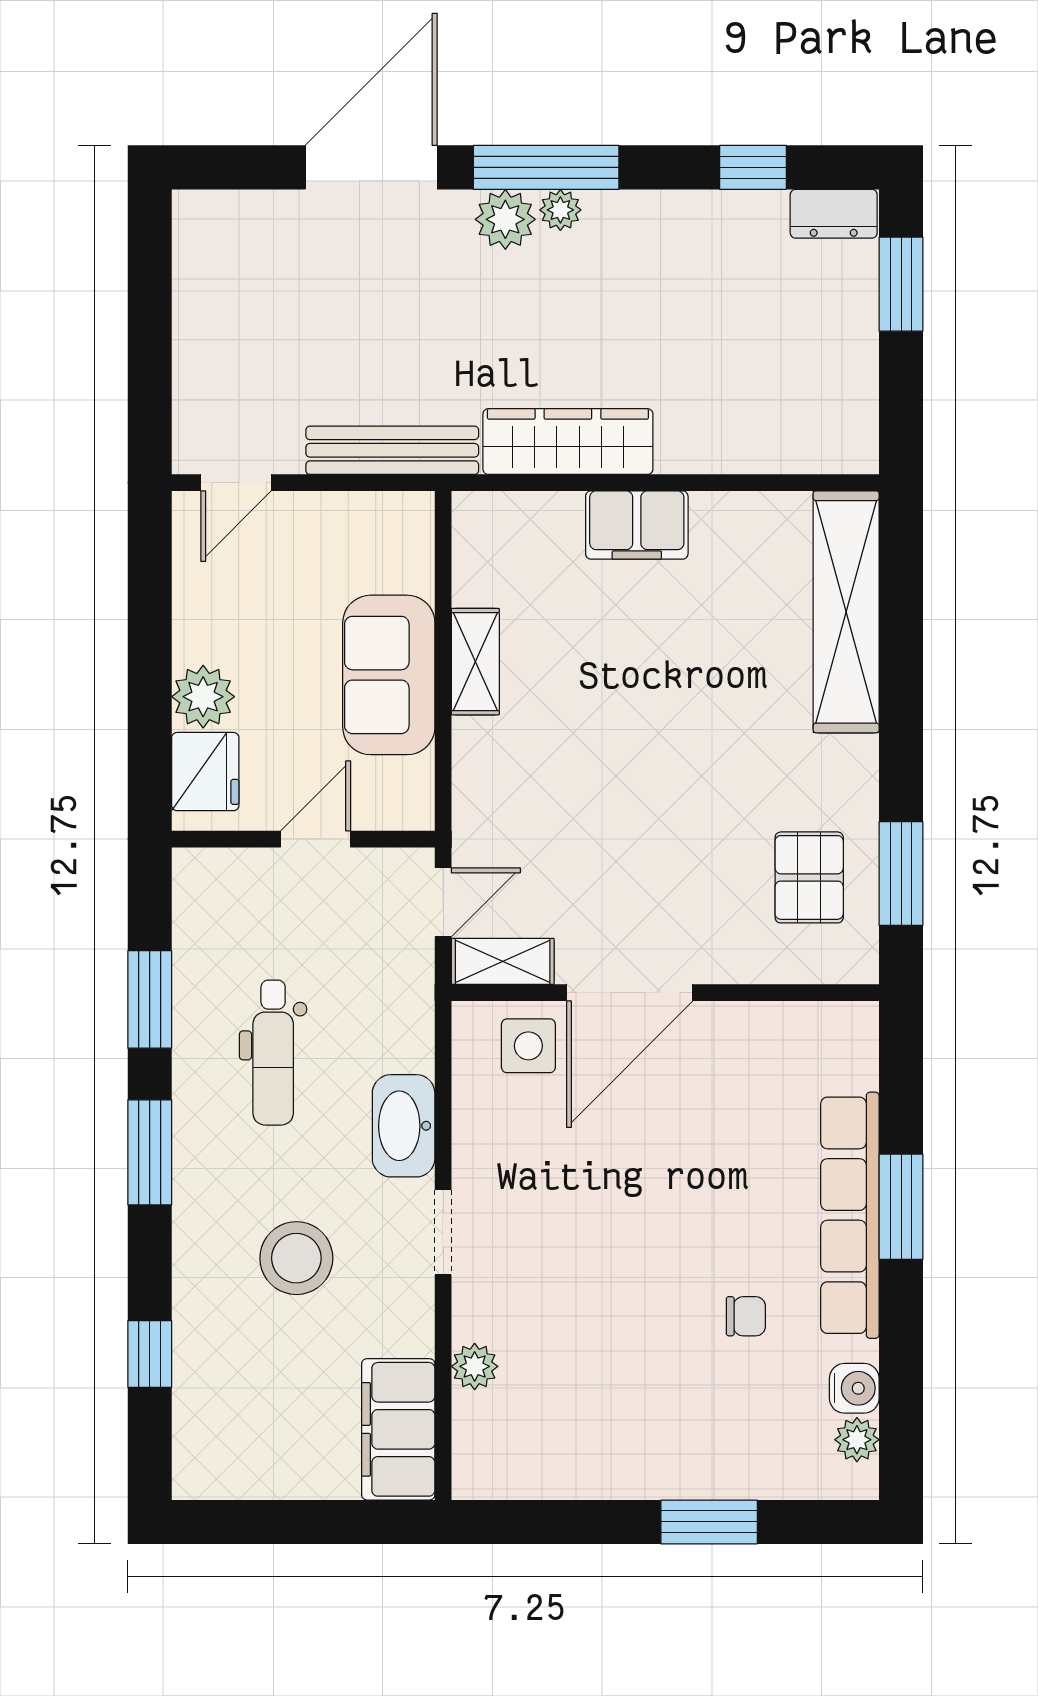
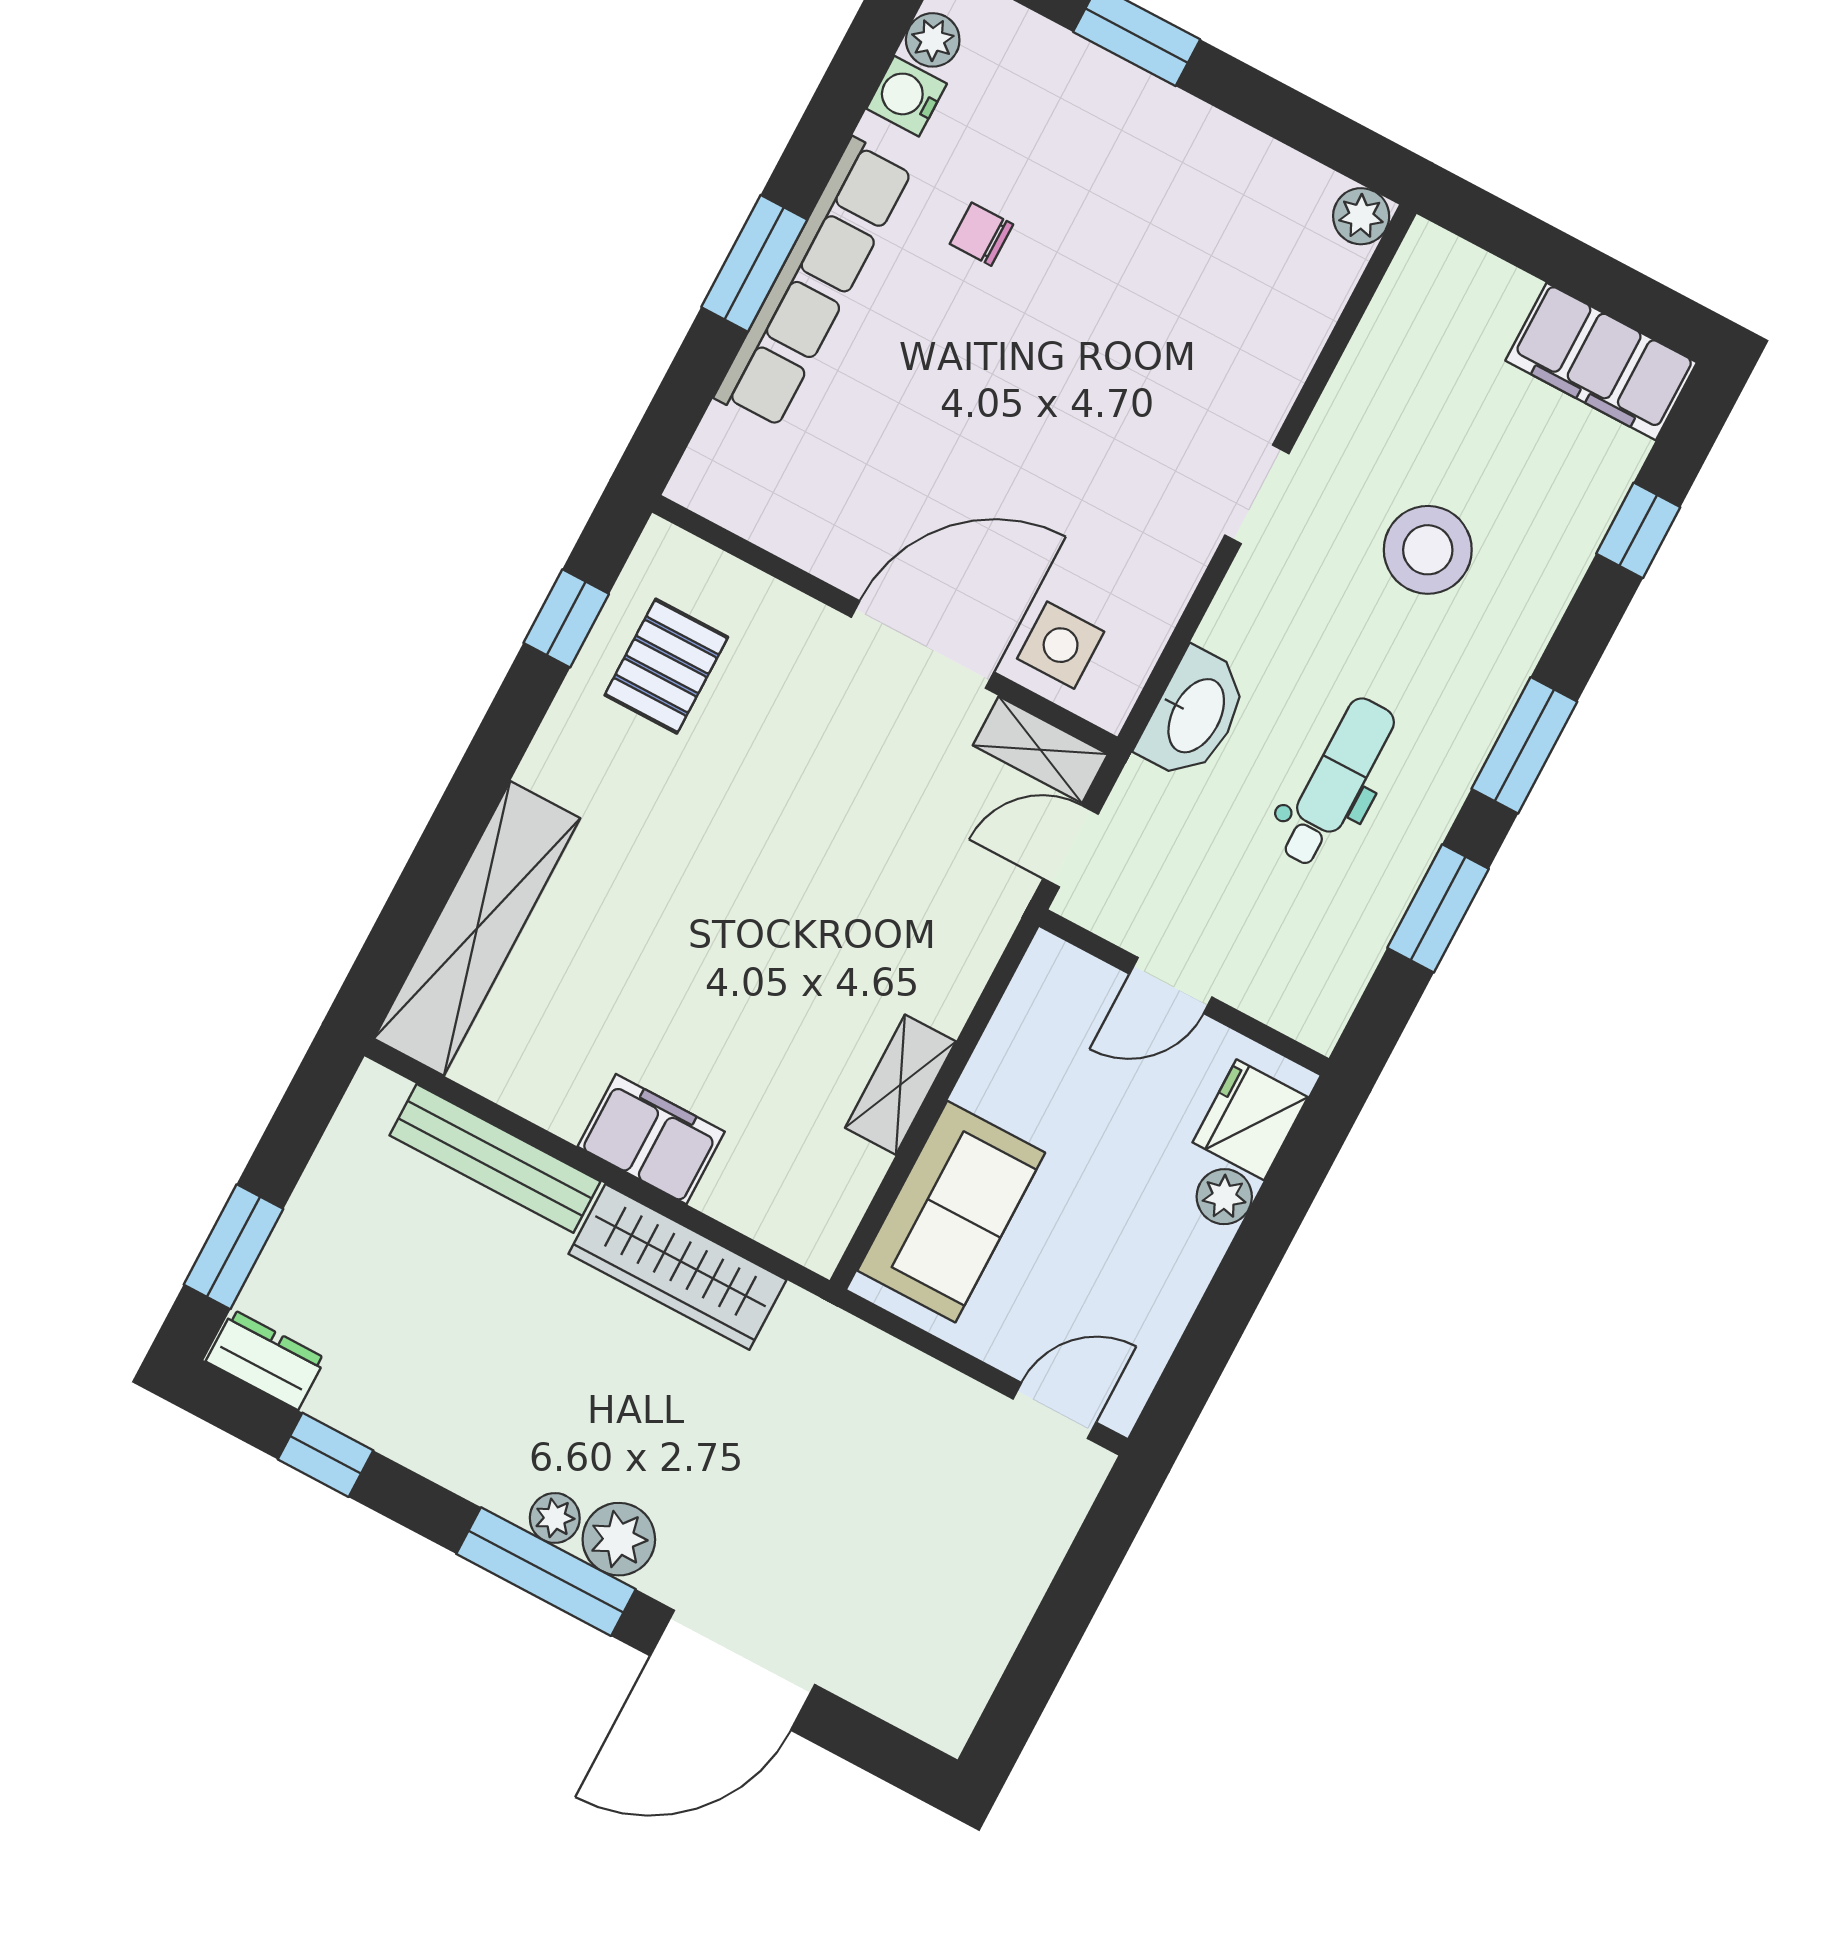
bench: (392, 450) -> (495, 1158), moved
sofa: (389, 675) -> (951, 1212), moved
plant: (203, 697) -> (1224, 1197), width x0.73, depth x0.73
window: (901, 874) -> (566, 618), width x0.67
washbasin: (404, 1126) -> (1194, 715), moved
plant: (475, 1366) -> (1361, 216), moved
filing cabinet: (398, 1429) -> (1601, 362), moved, turned 90

